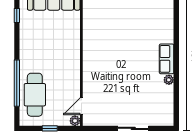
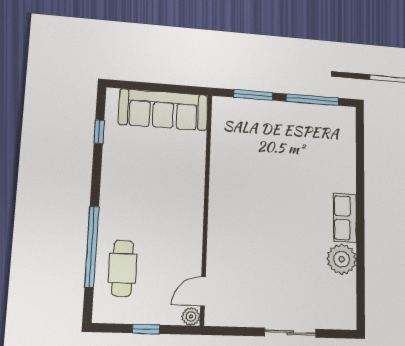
plant: (169, 80) -> (342, 259), width x1.87, depth x1.87
cafe table: (35, 95) -> (123, 268), width x0.73, depth x0.74

